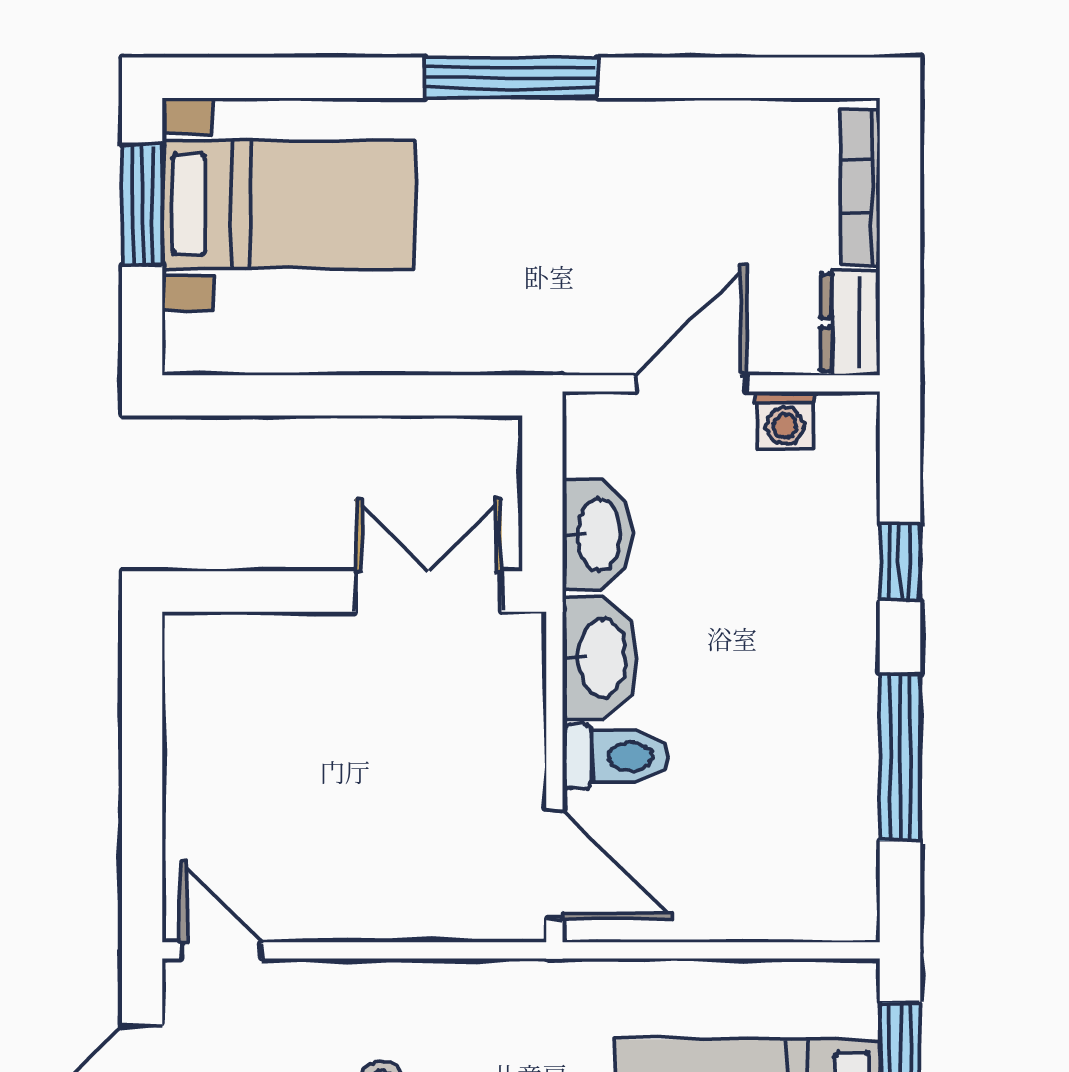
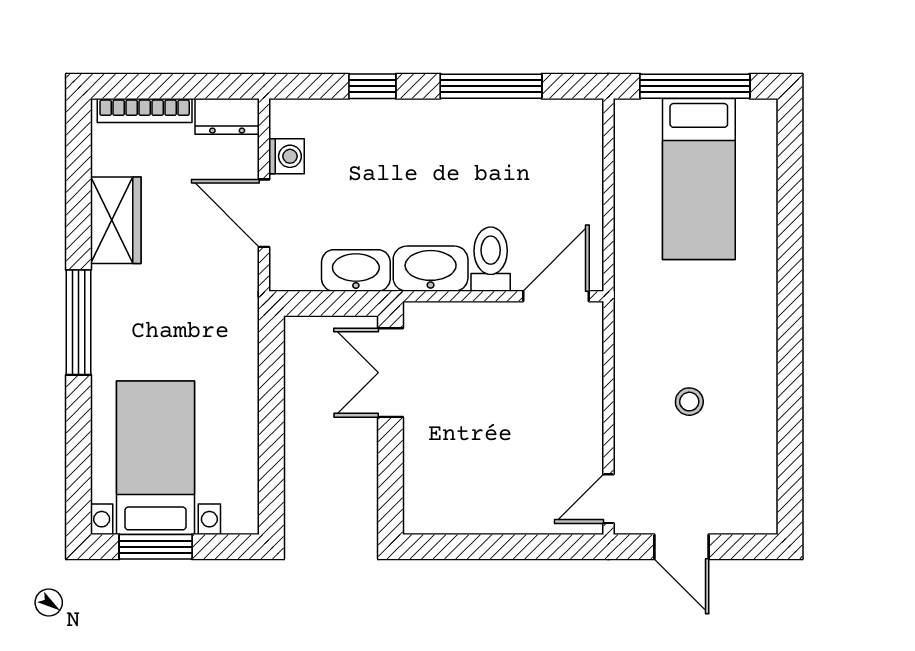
wardrobe: (680, 139) -> (116, 220), added

